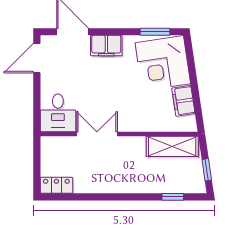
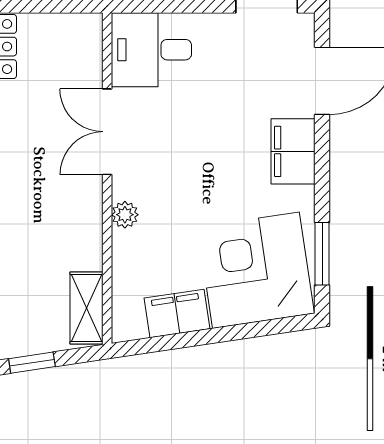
plant: (136, 126) -> (125, 215), added
double door: (97, 134) -> (107, 132), swing flipped
shelving: (172, 146) -> (87, 308), width x0.67, depth x0.75

